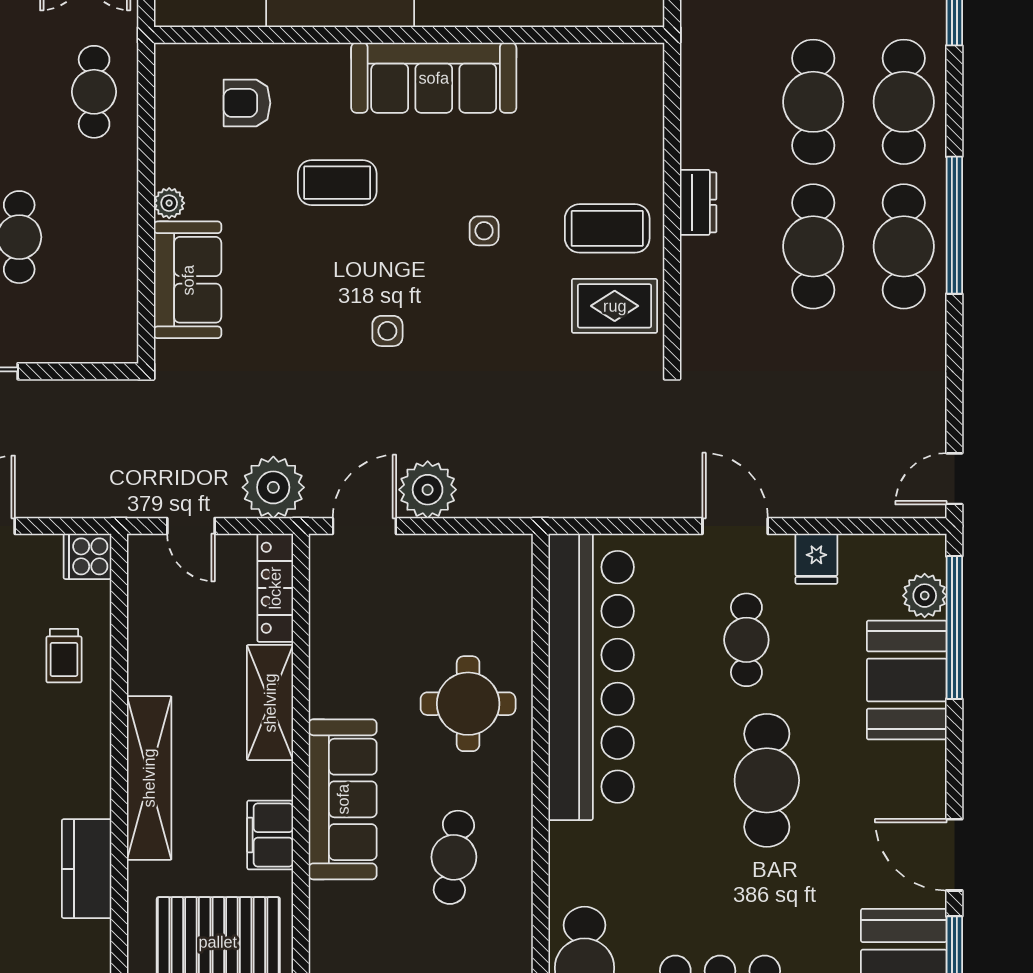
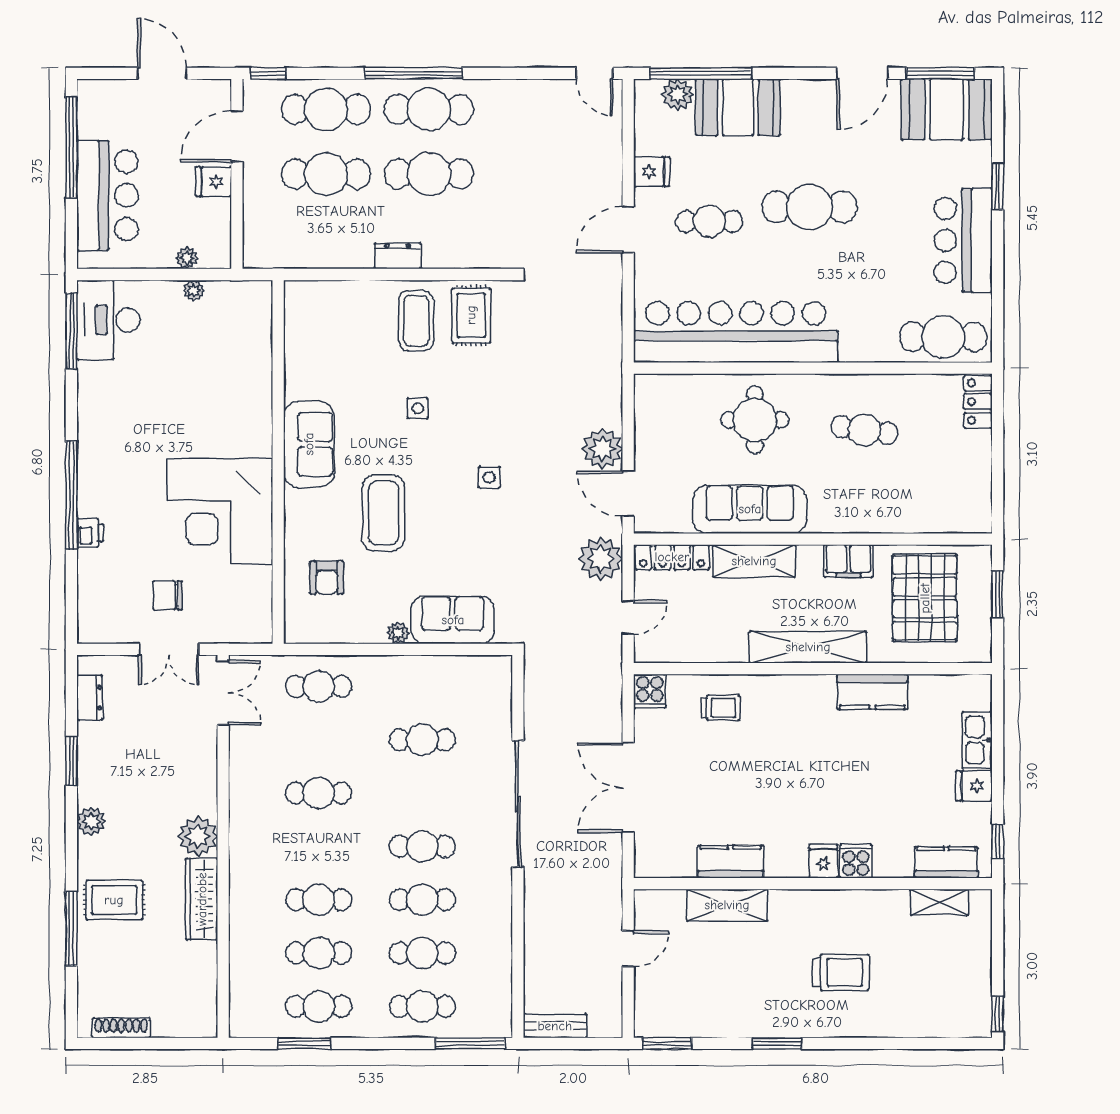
sofa: (434, 78) -> (309, 444), width x0.73
coffee table: (337, 183) -> (383, 513), width x1.36, depth x1.32
sofa: (343, 799) -> (750, 509), moved

